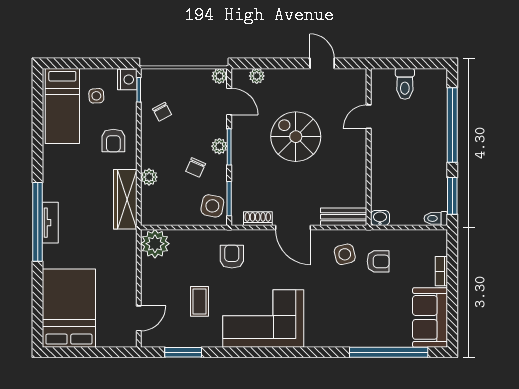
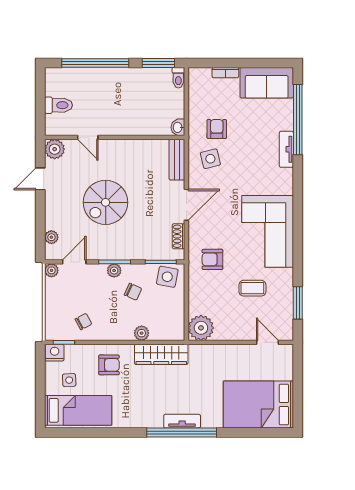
plant: (355, 80) -> (55, 149), added
tv unit: (355, 340) -> (286, 149), added

